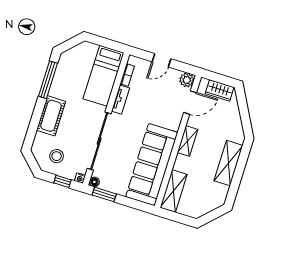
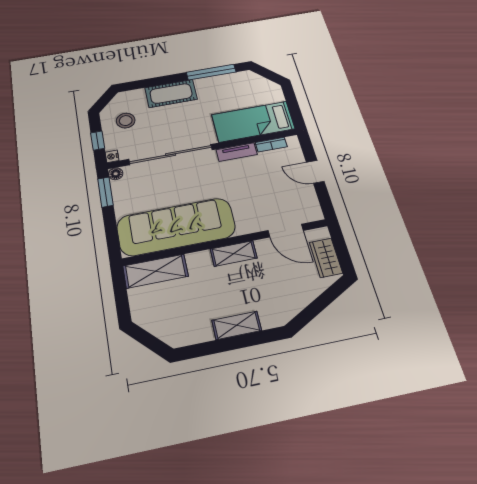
plant: (187, 80) -> (311, 212), removed
shelving: (228, 163) -> (237, 325), width x0.67, depth x0.75

